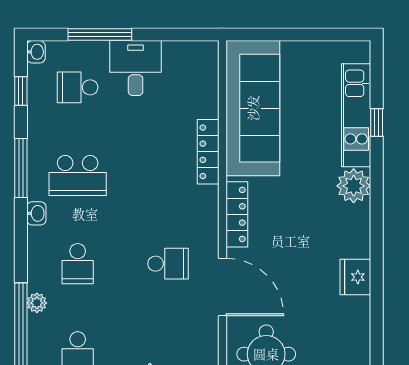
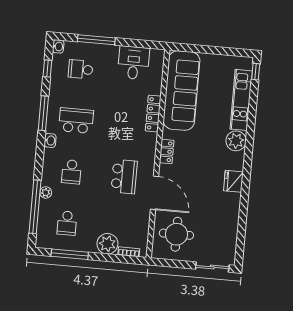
desk: (136, 68) -> (134, 63), moved
window: (377, 123) -> (256, 72), moved
school desk: (78, 175) -> (76, 121), turned 180
locker: (237, 214) -> (167, 151), width x0.66
school desk: (168, 264) -> (124, 177), width x1.85
fridge: (355, 277) -> (233, 181), moved

